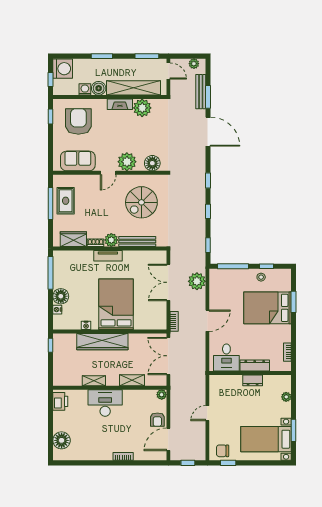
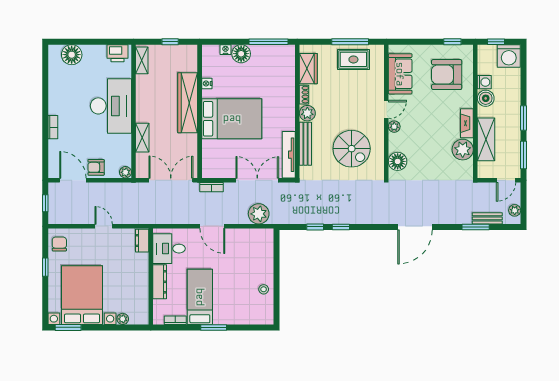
window: (102, 56) -> (523, 118), moved
shelving: (134, 88) -> (486, 139), width x0.68
bench: (201, 92) -> (487, 218), width x0.73
armchair: (78, 121) -> (447, 75), turned 180
door: (208, 132) -> (415, 227), moved
plant: (127, 162) -> (394, 127), width x0.53, depth x0.53
door: (108, 173) -> (386, 110), swing flipped
window: (208, 180) -> (377, 227), removed
spiral stairs: (141, 202) -> (352, 149), turned 180
window: (208, 245) -> (315, 227), moved
tv unit: (108, 256) -> (289, 155), moved, width x1.41
window: (233, 266) -> (276, 256), removed
window: (266, 266) -> (276, 296), removed
window: (294, 302) -> (214, 327), moved
bed: (267, 308) -> (200, 297), moved, width x0.67
window: (50, 345) -> (170, 42), moved
dresser: (253, 380) -> (142, 241), moved
shelving: (94, 381) -> (142, 60), moved
desk: (105, 403) -> (111, 106), width x1.36, depth x1.30
window: (294, 430) -> (68, 327), moved
bed with nightstands: (266, 439) -> (82, 295), width x1.36
window: (228, 463) -> (45, 267), moved

